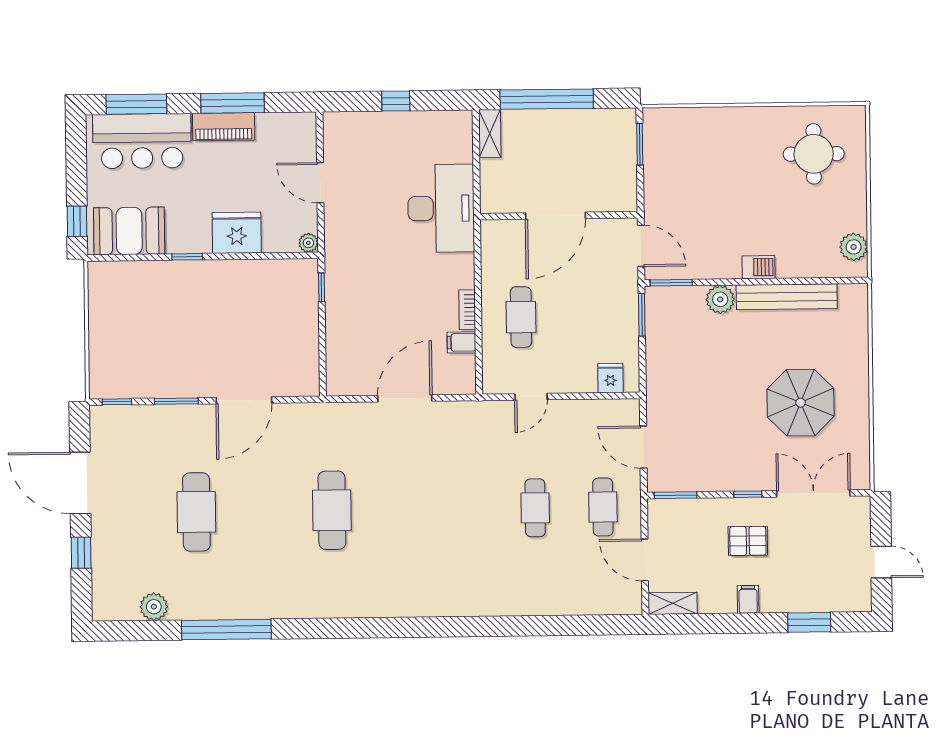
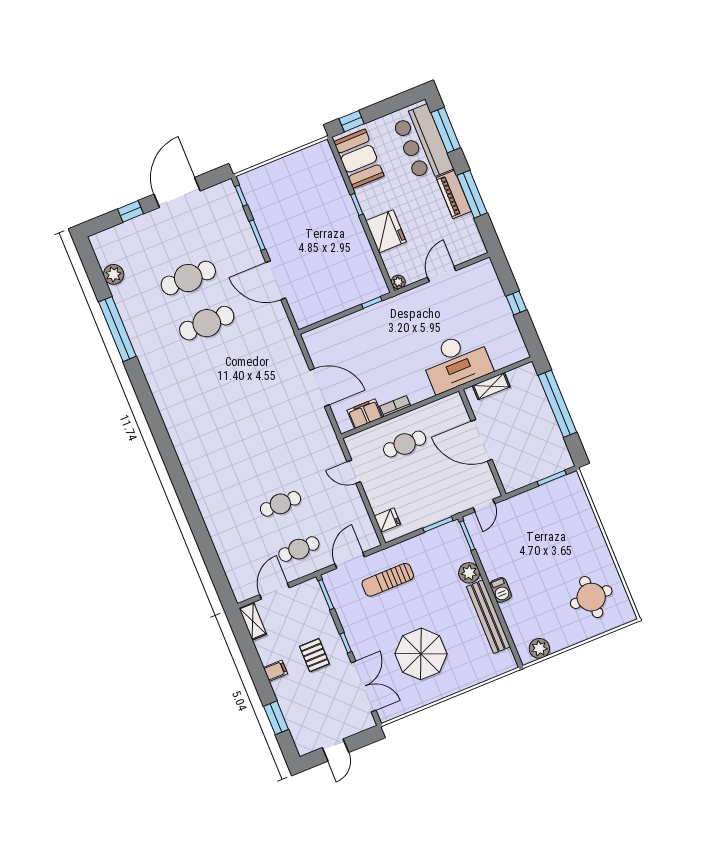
shelving: (490, 134) -> (491, 386), moved
door: (641, 246) -> (484, 506), width x0.73
filing cabinet: (461, 342) -> (365, 414), width x2.00
sun lounger: (688, 408) -> (388, 580), added
cafe table: (332, 510) -> (207, 323), moved

